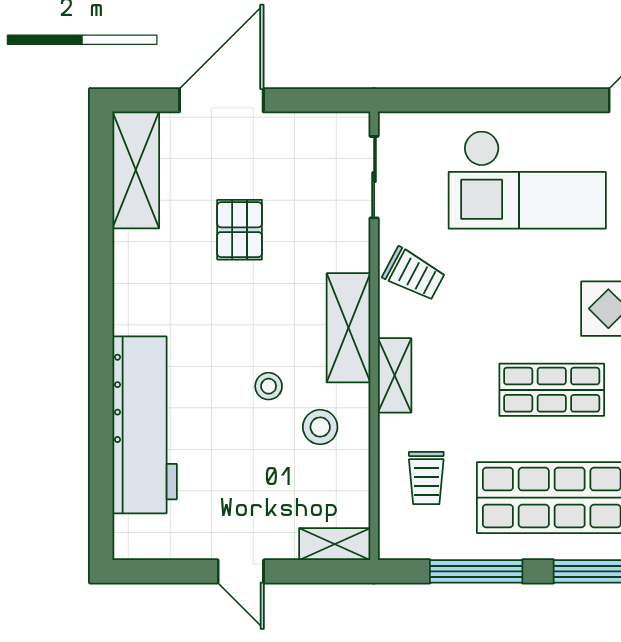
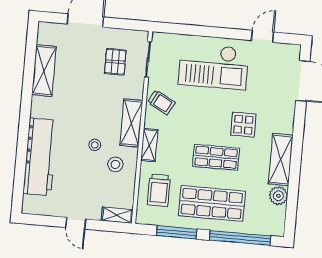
shelving: (136, 170) -> (44, 71), moved
pallet: (240, 230) -> (115, 62), moved
trolley: (426, 478) -> (159, 190), width x1.36, depth x1.39

